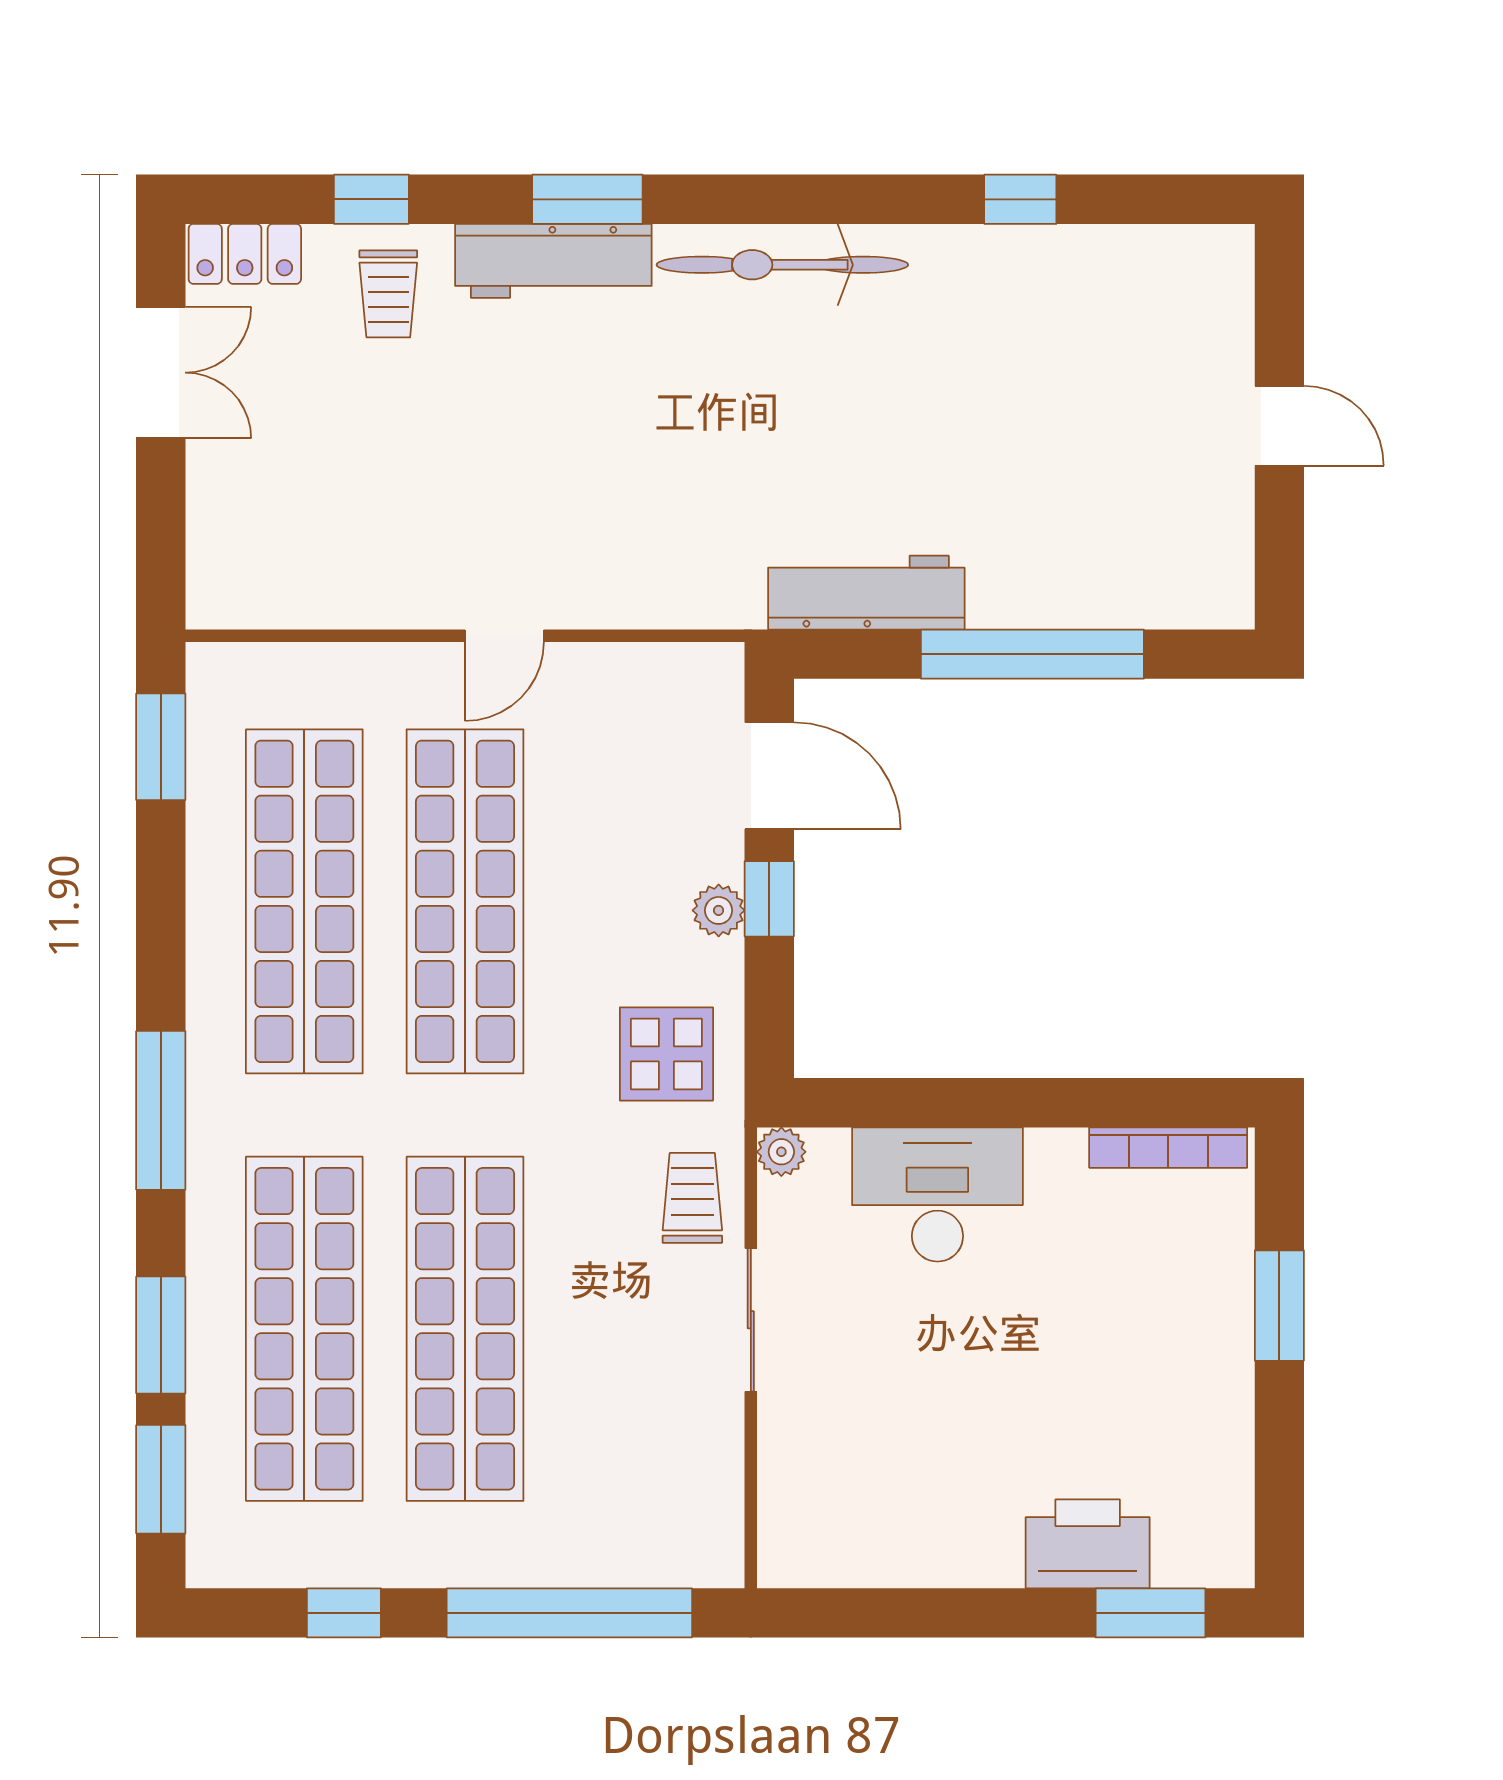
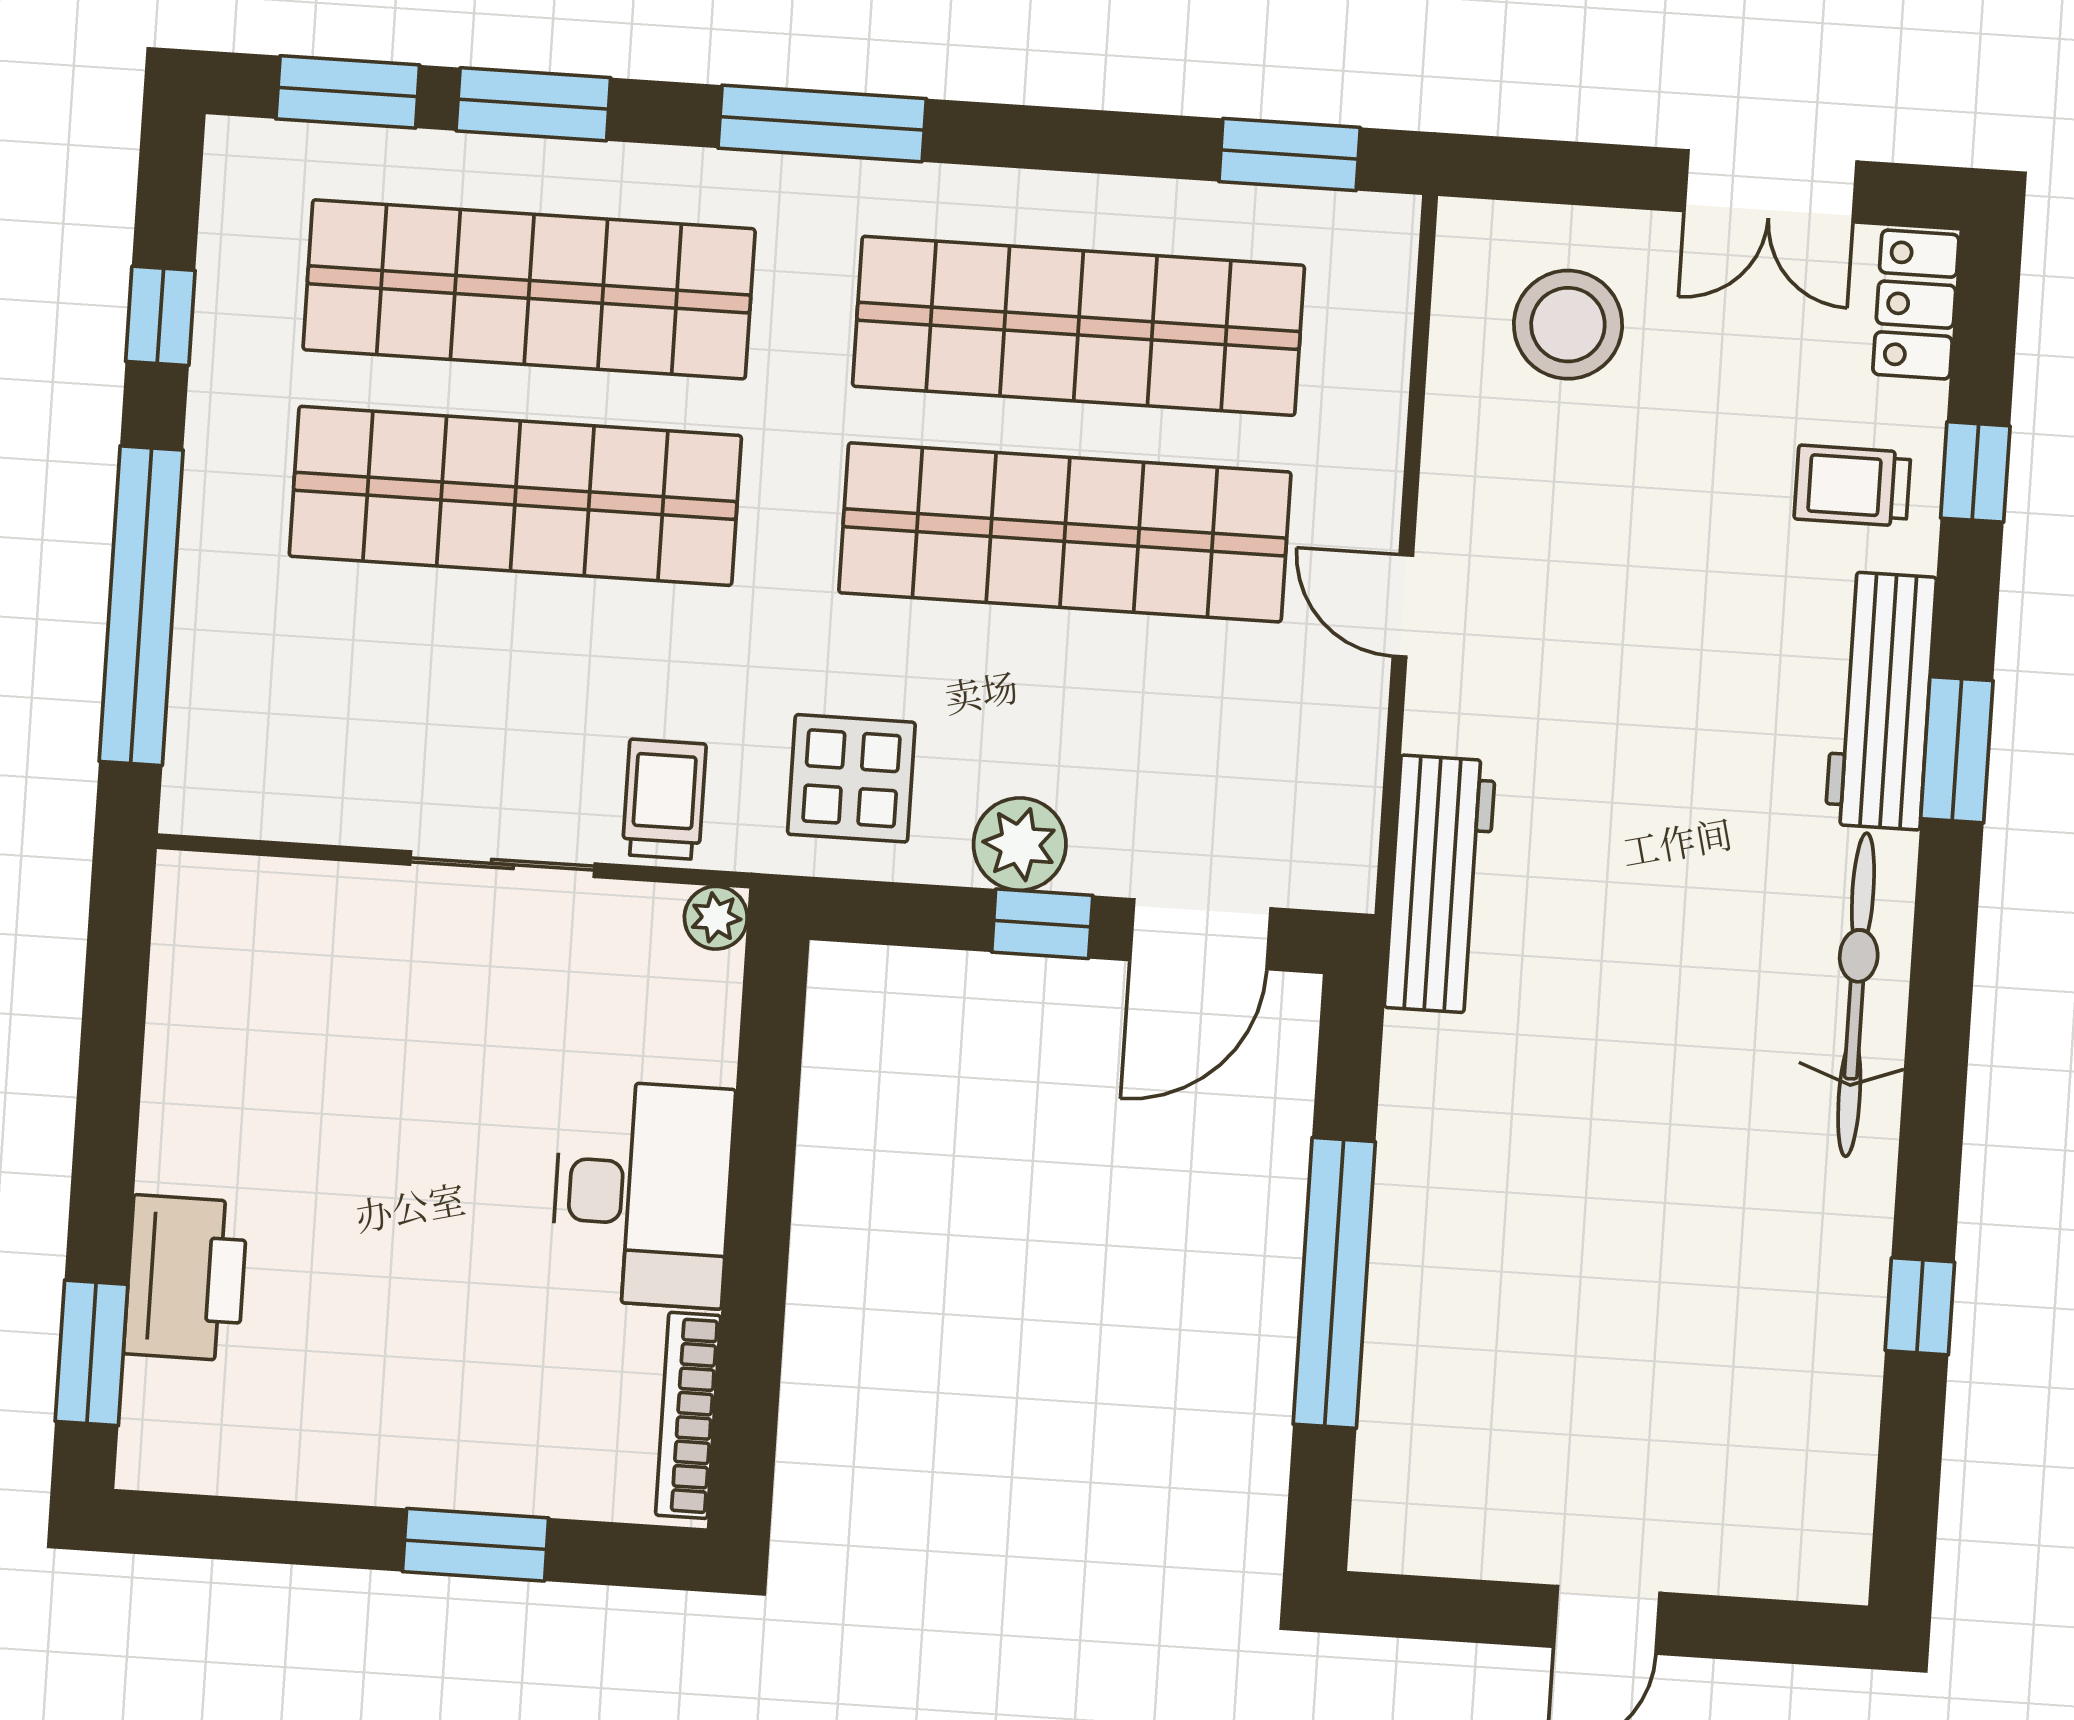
stool: (278, 522) -> (1568, 325), added
workbench: (866, 593) -> (1440, 884), moved
plant: (719, 910) -> (1020, 844), width x1.38, depth x1.38
desk: (937, 1194) -> (642, 1194), moved
trolley: (692, 1198) -> (664, 799), turned -90

